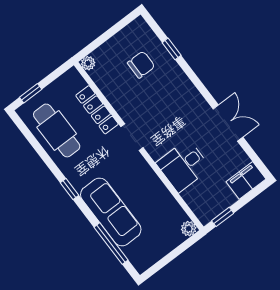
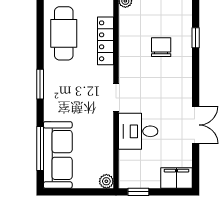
chair: (141, 65) -> (161, 47), moved, turned -90
doorway: (132, 137) -> (116, 98), moved
window: (69, 189) -> (40, 84), width x1.50
sofa: (111, 212) -> (58, 155), moved

